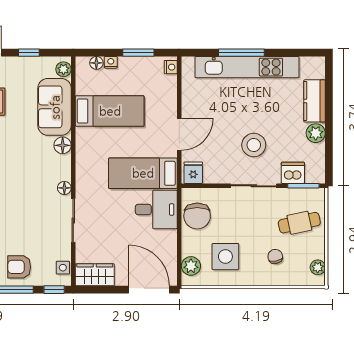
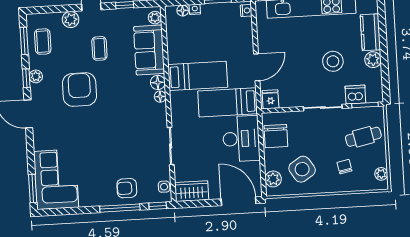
bed: (110, 111) -> (198, 76), moved
stool: (254, 145) -> (333, 61), moved
floor lamp: (64, 188) -> (160, 97), moved
desk: (156, 210) -> (241, 139), width x1.37
side table: (225, 257) -> (302, 169), turned -33

